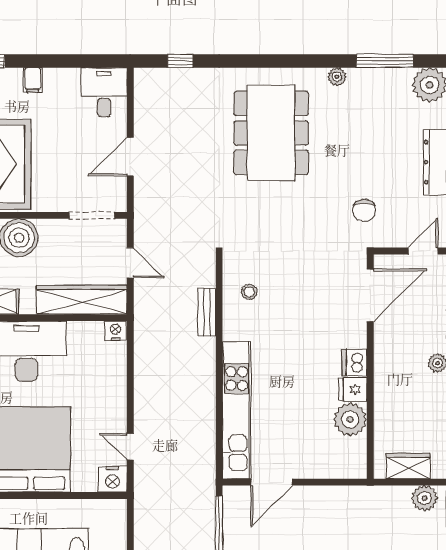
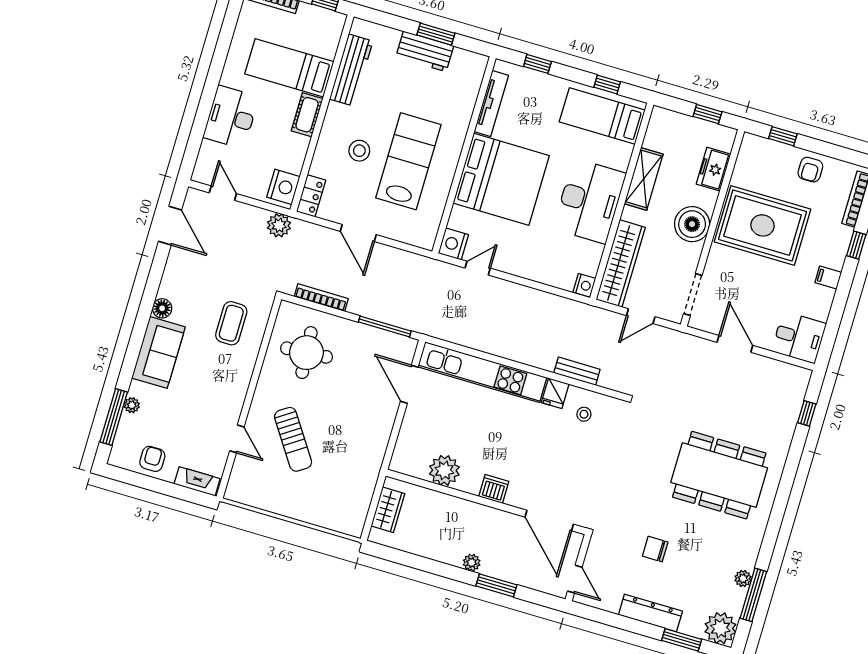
plant: (337, 77) -> (743, 579), moved
chair: (364, 210) -> (655, 549), moved
fridge: (353, 389) -> (555, 393), moved, turned 180
plant: (424, 498) -> (355, 516), removed

